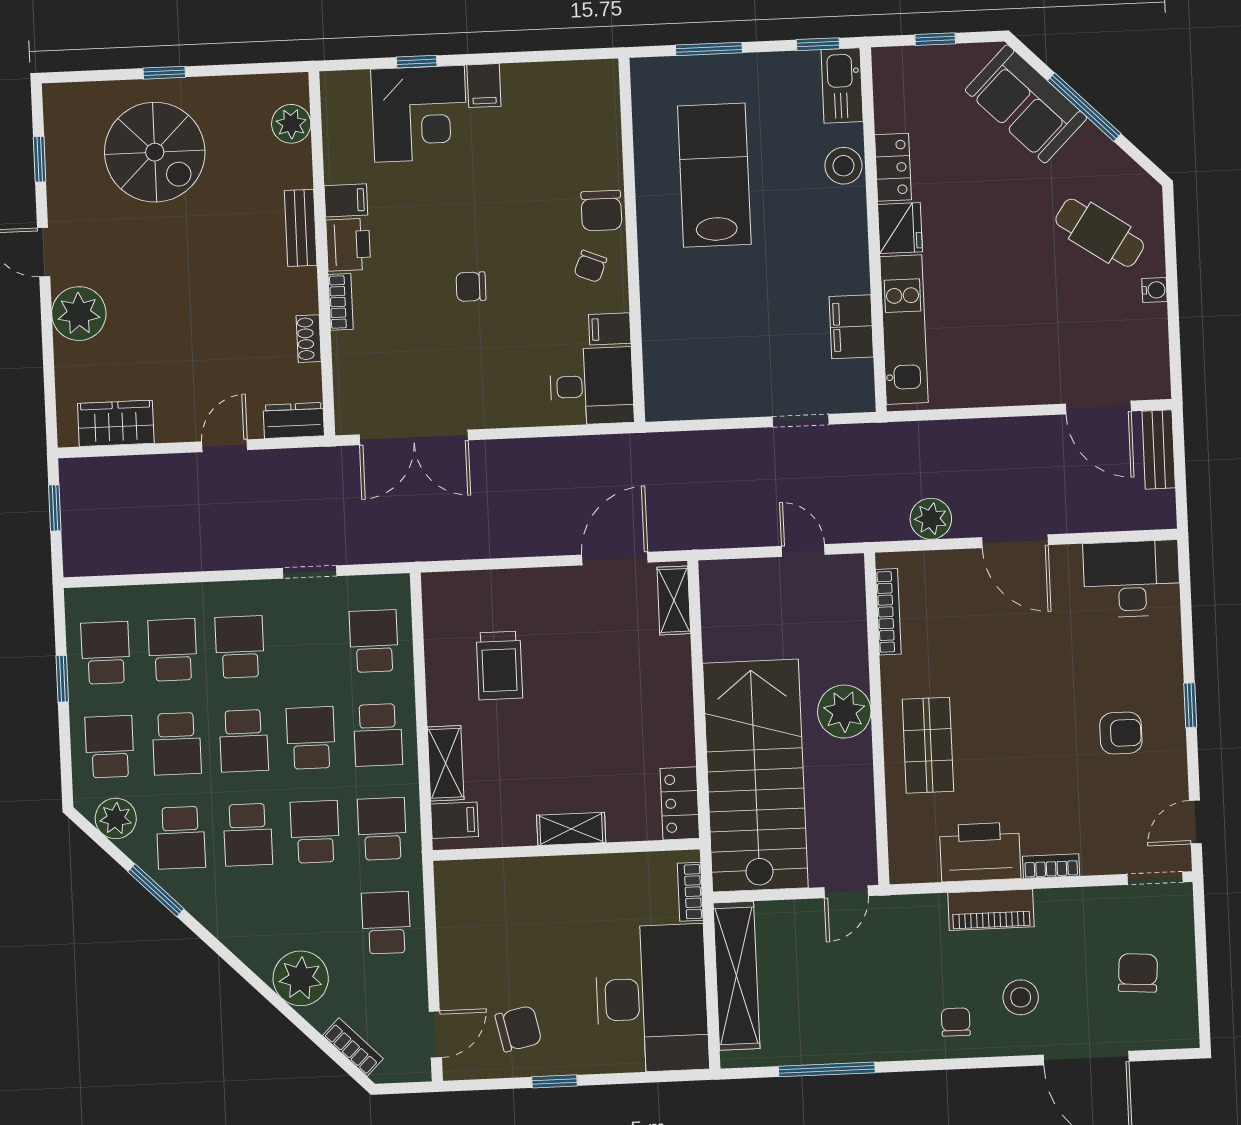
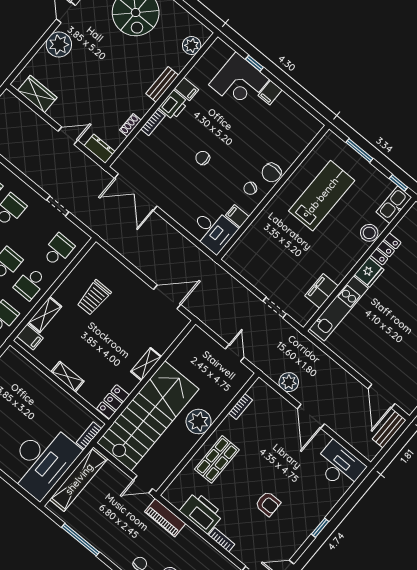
shelving: (674, 600) -> (146, 364), moved
bookcase: (888, 612) -> (240, 406), width x0.64
armchair: (1121, 733) -> (268, 504), moved
piano: (991, 910) -> (165, 518), moved

